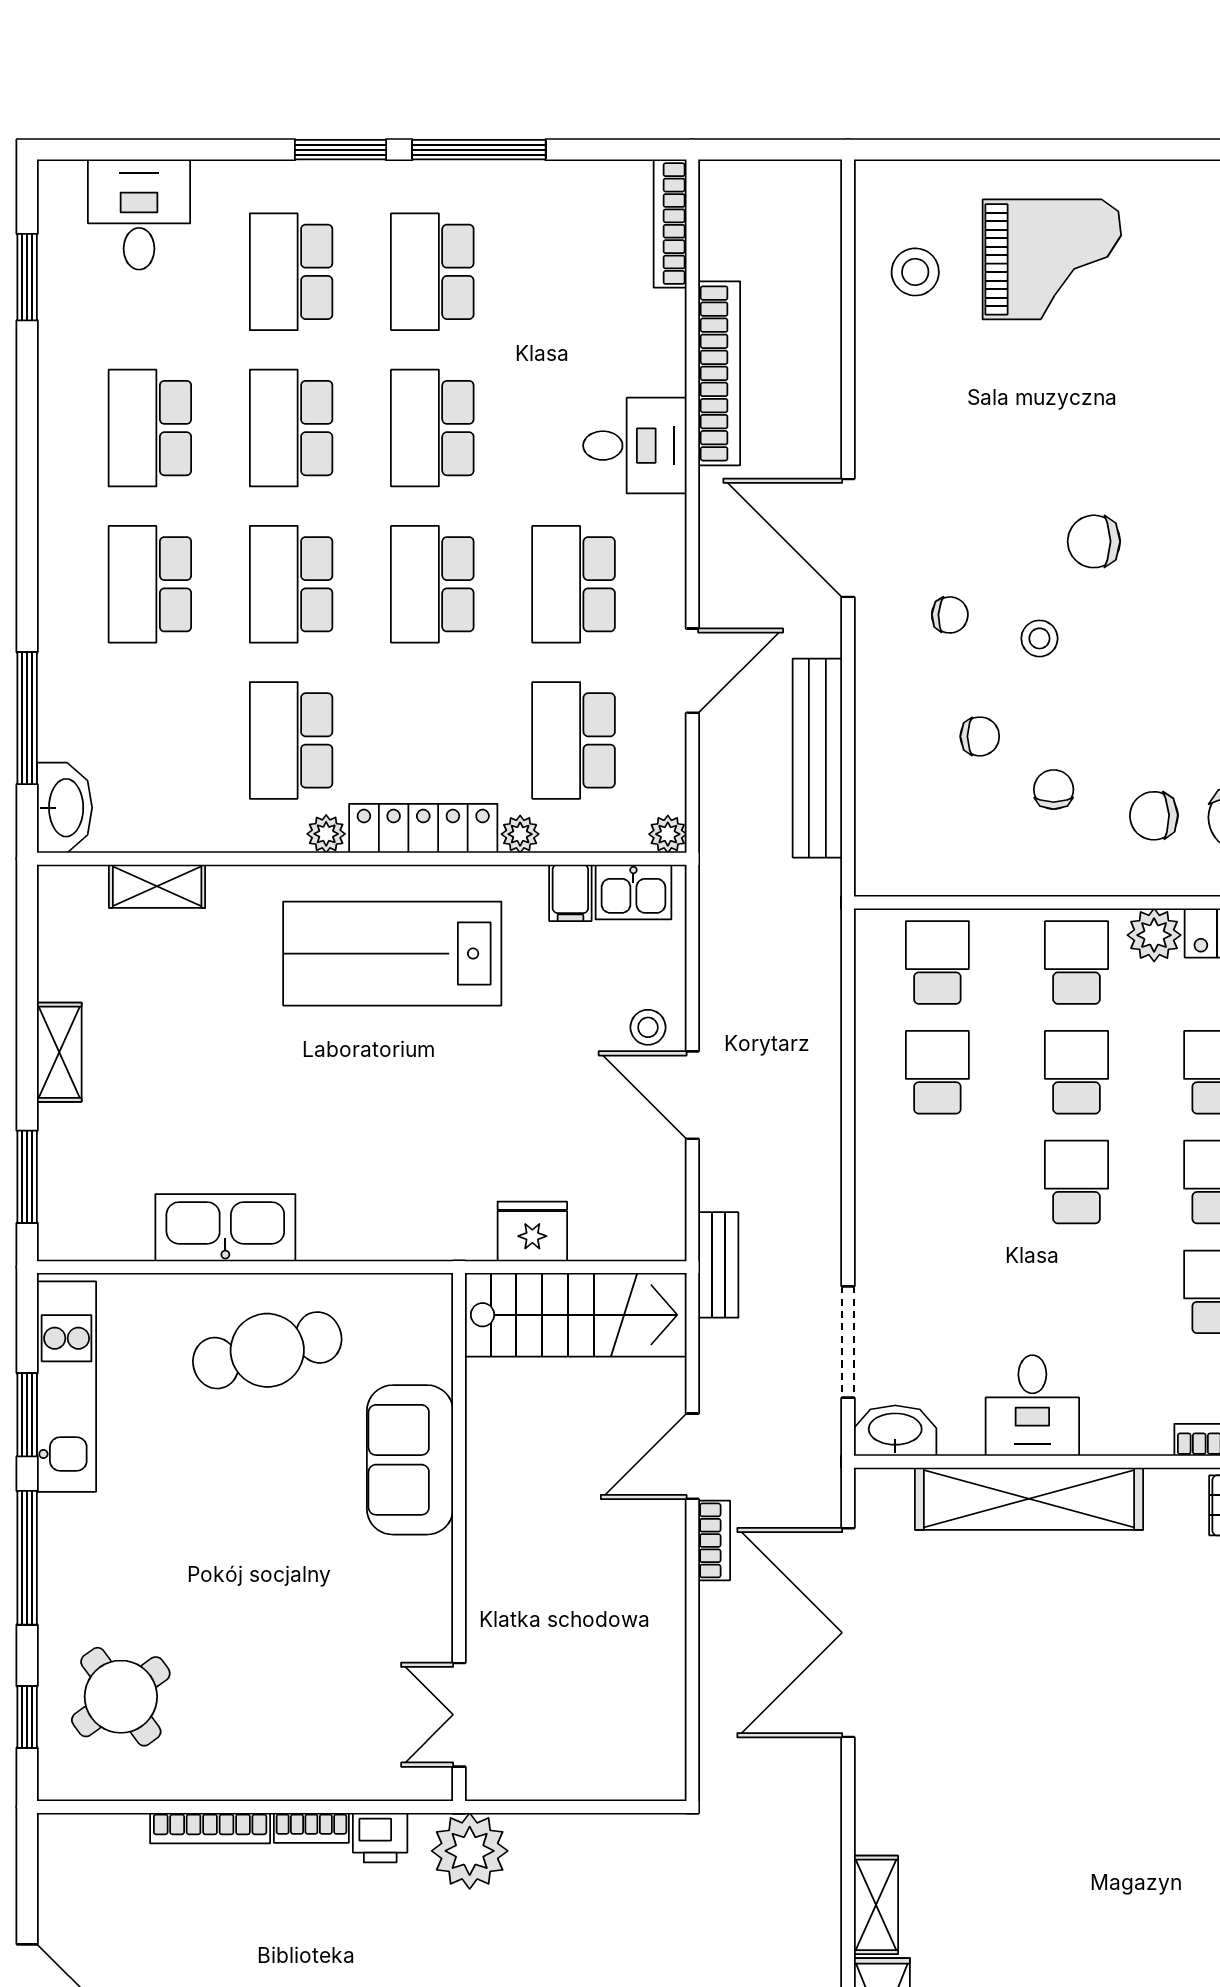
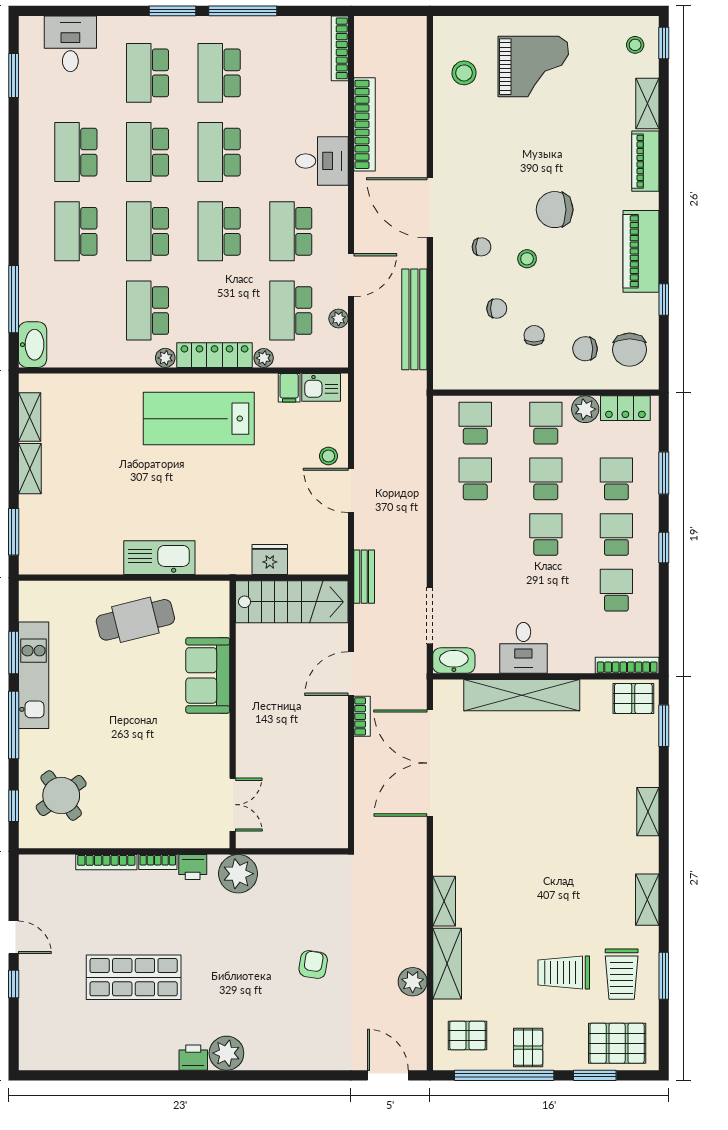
chair: (1094, 541) -> (555, 210), width x1.37, depth x1.37
plant: (668, 834) -> (339, 319), moved
shelving: (157, 886) -> (30, 417), moved, turned 90
kitchen sink: (225, 1228) -> (159, 558), moved
kitchen unit: (67, 1387) -> (34, 675), moved
double door: (459, 1715) -> (233, 805), swing flipped

